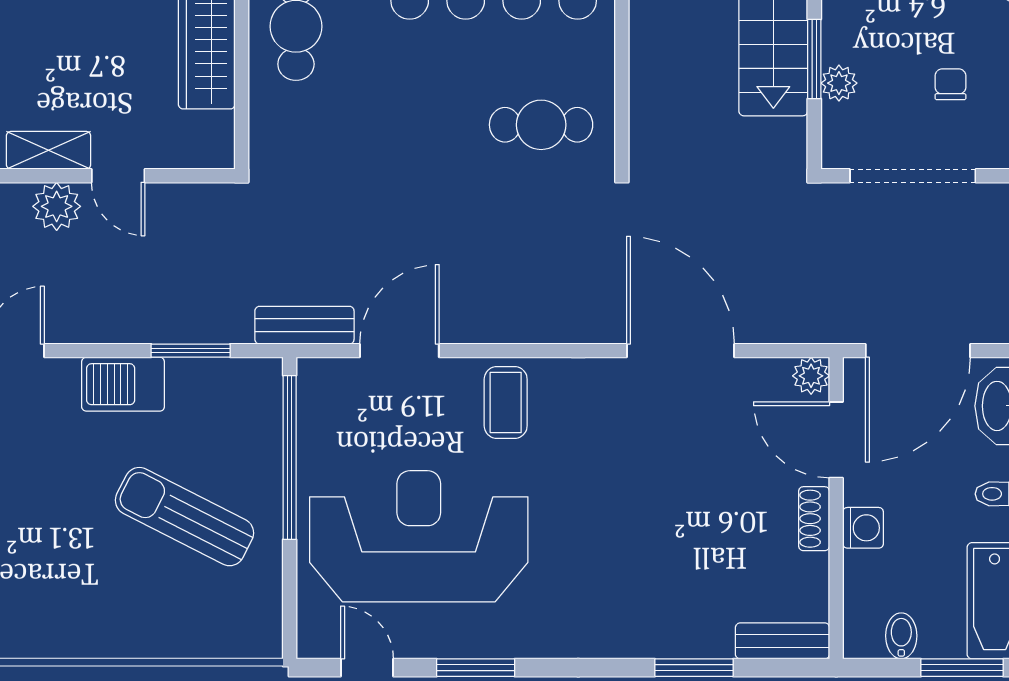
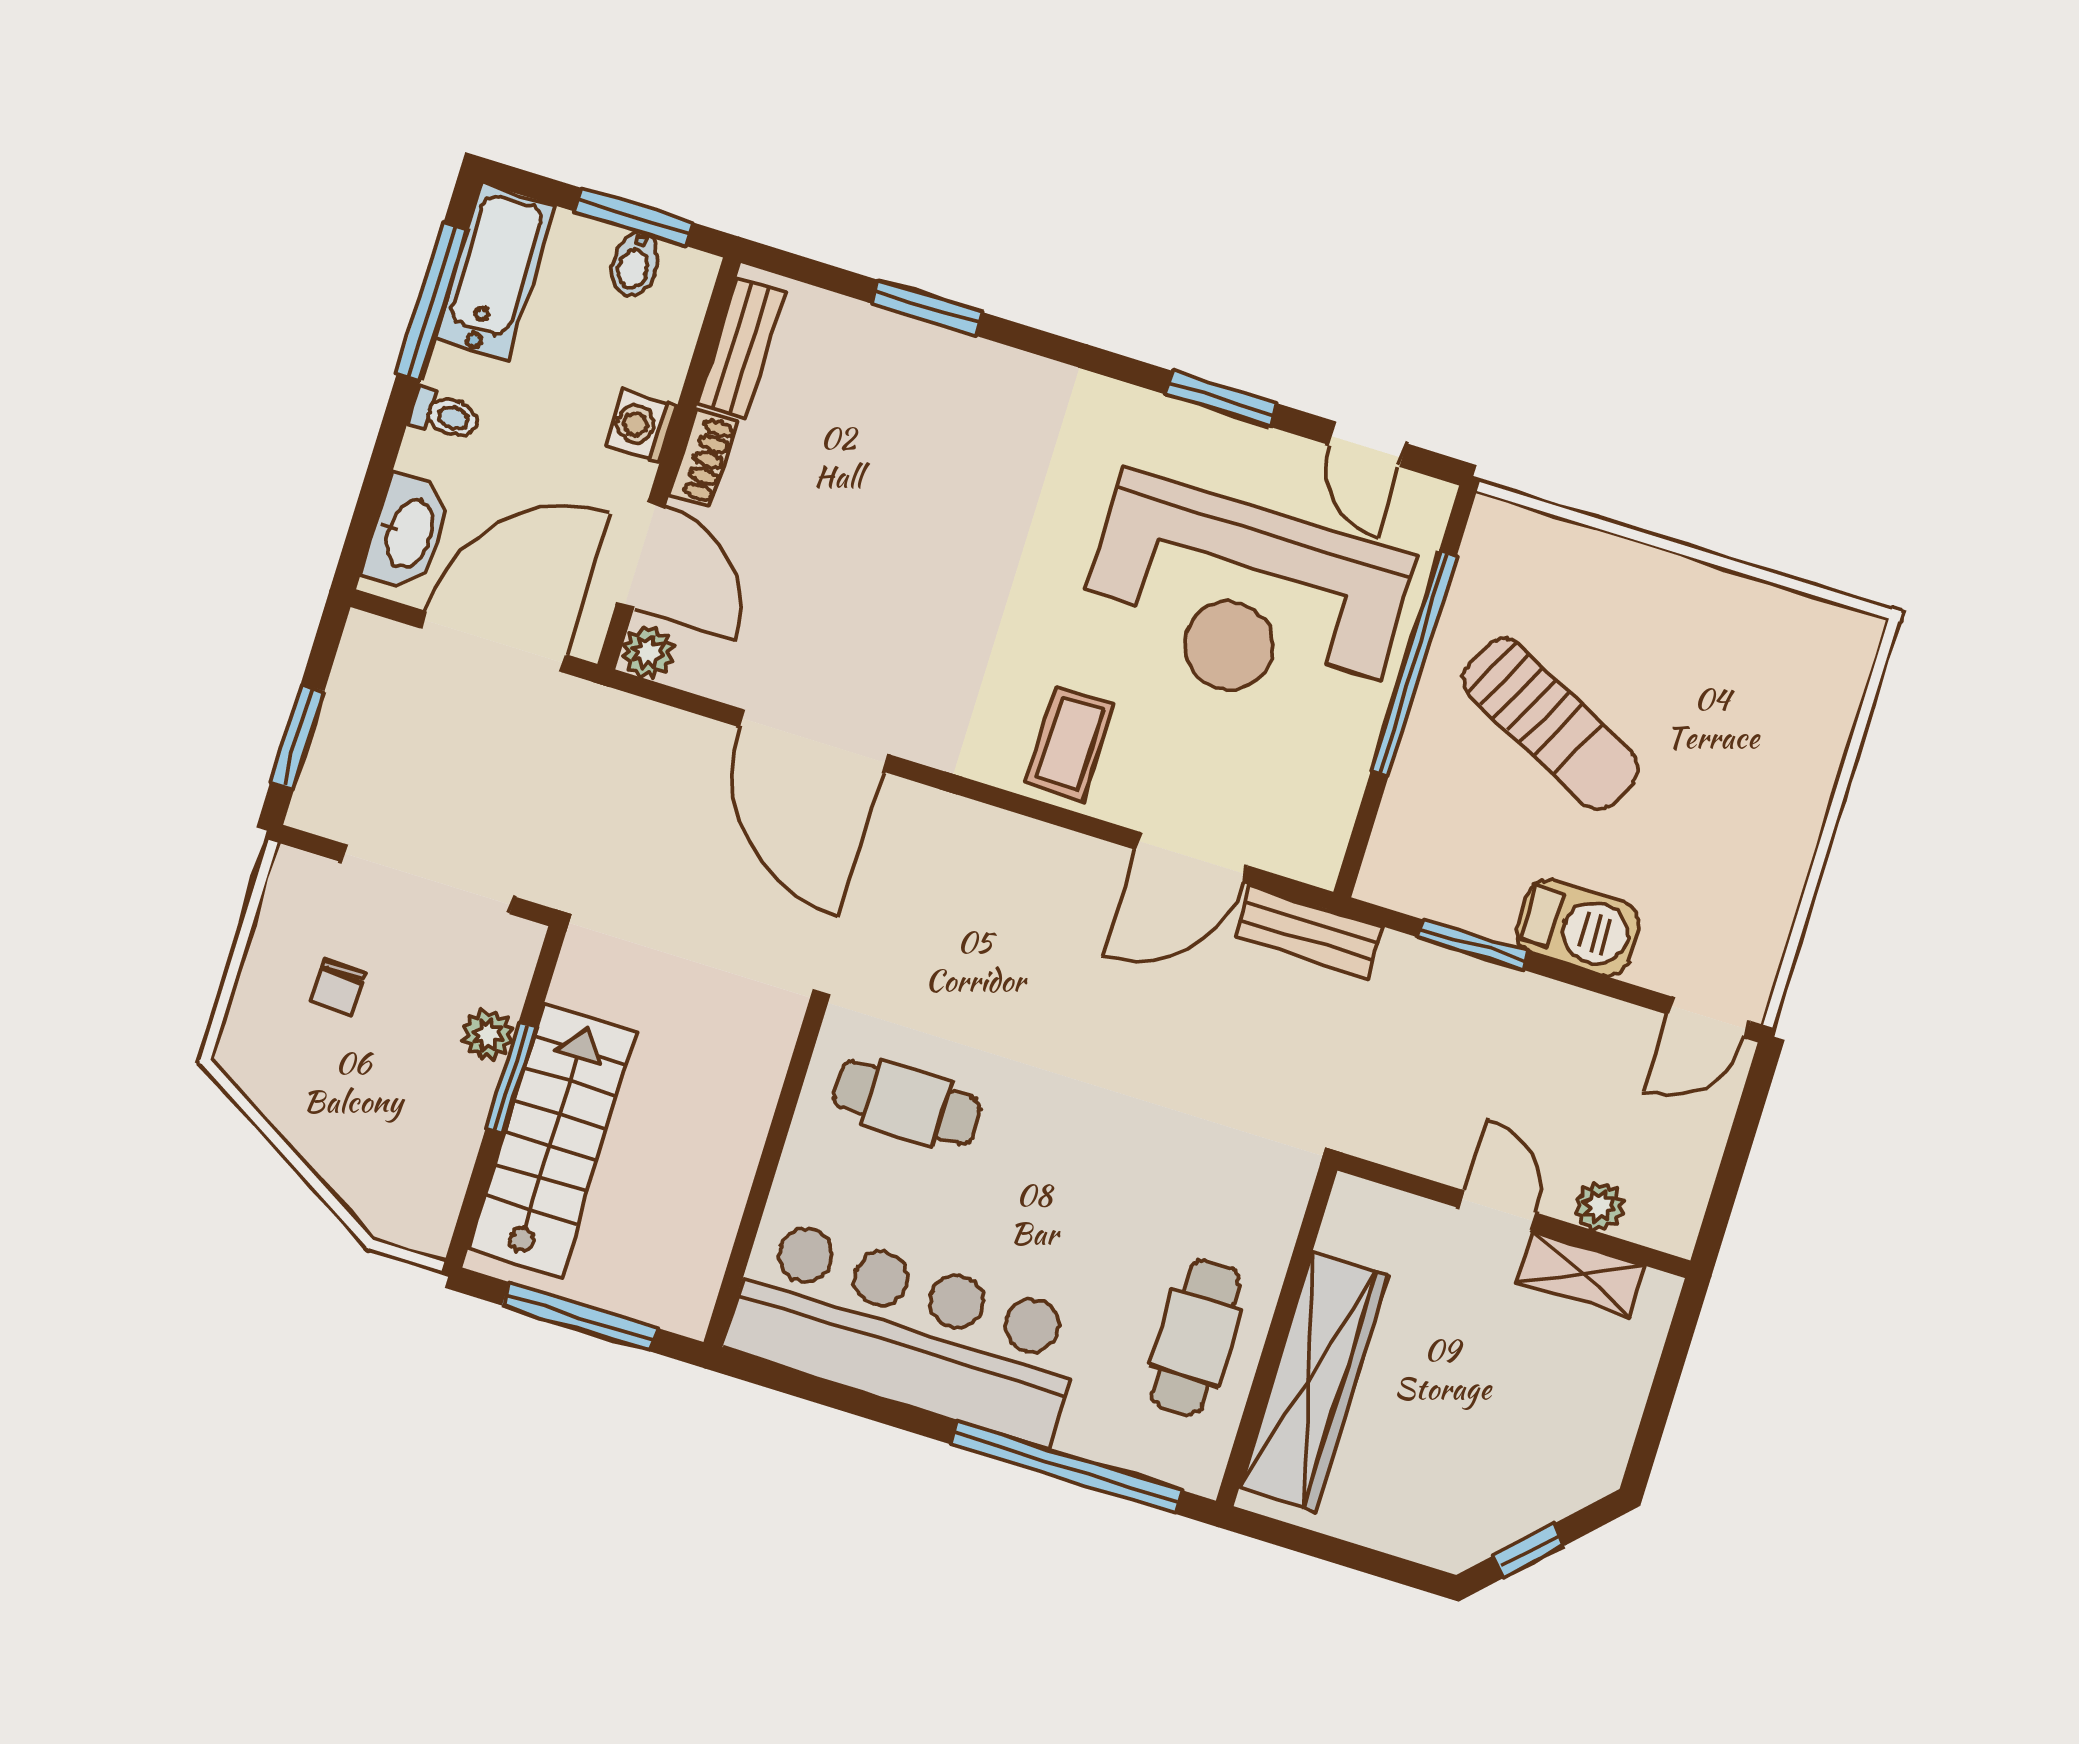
plant: (57, 206) -> (1599, 1206), width x0.73, depth x0.73
window: (290, 457) -> (1414, 664), moved
bench: (783, 641) -> (741, 348), moved, turned 90
window: (962, 668) -> (634, 217), moved

